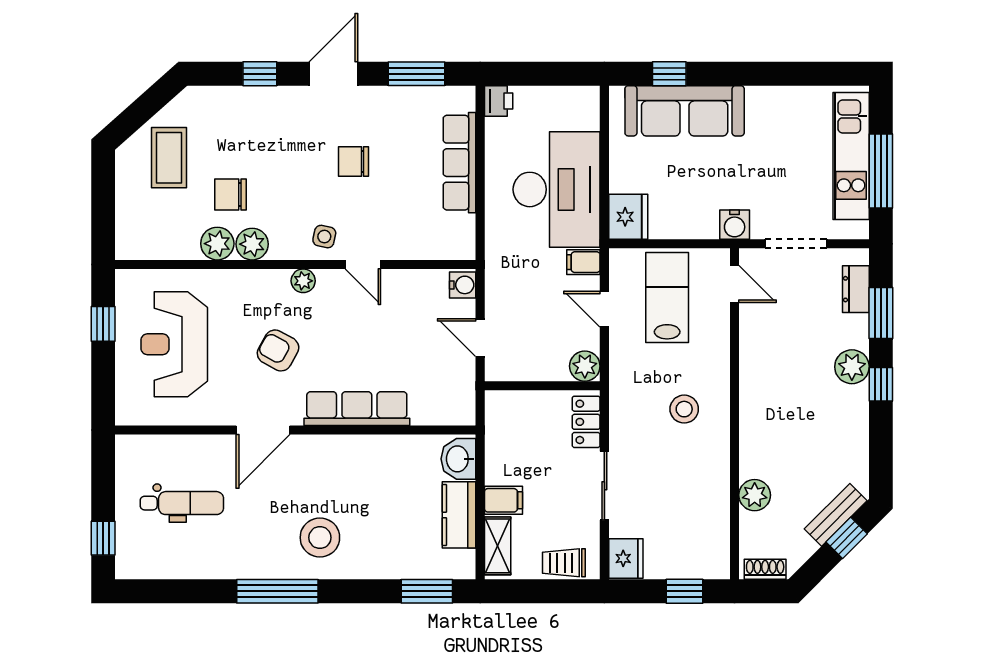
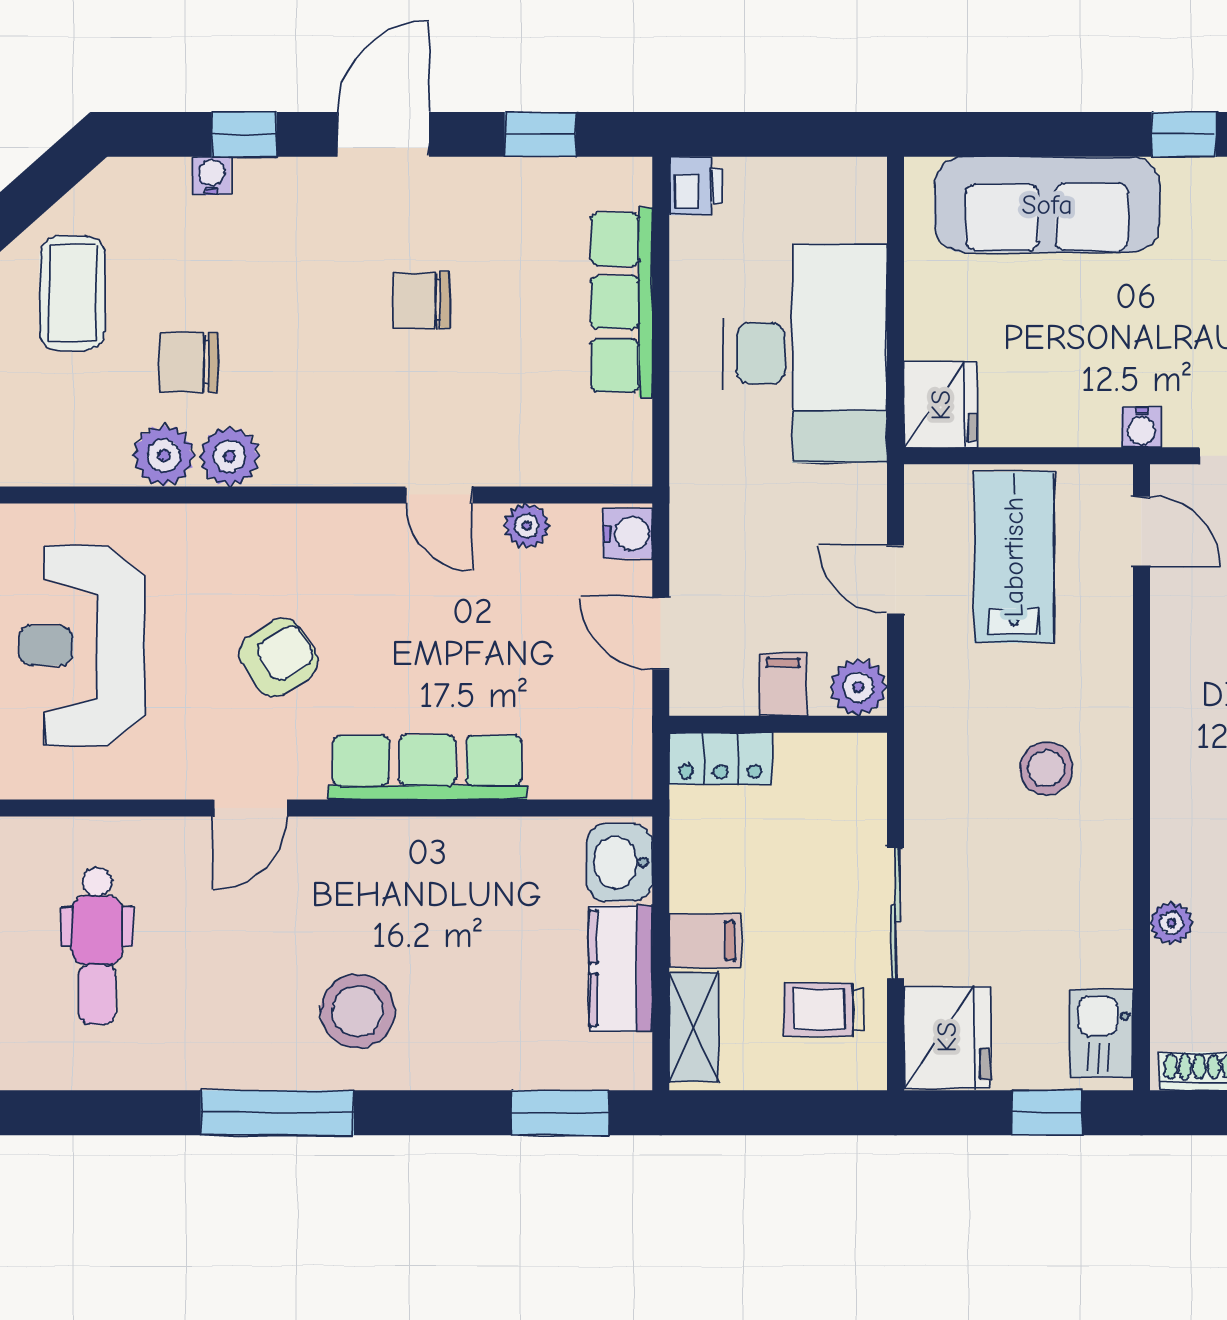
window: (417, 74) -> (540, 134), width x0.67
window: (669, 74) -> (1184, 134), moved
water cooler: (243, 96) -> (212, 176), added
water cooler: (735, 225) -> (1142, 427), width x0.72, depth x0.72
side table: (324, 237) -> (366, 442), removed
filing cabinet: (583, 262) -> (783, 684), moved, turned 90
plant: (303, 281) -> (527, 526), moved
armchair: (278, 350) -> (279, 658), turned 118
locker: (586, 422) -> (721, 759), moved, turned -90
door: (263, 430) -> (250, 808), width x0.73
plant: (755, 495) -> (1171, 923), width x0.73, depth x0.73
dental chair: (182, 503) -> (97, 946), turned 90
kitchen sink: (713, 549) -> (1101, 1034), added
fridge: (626, 558) -> (947, 1037), width x1.36, depth x1.34
trolley: (564, 563) -> (824, 1009), moved

